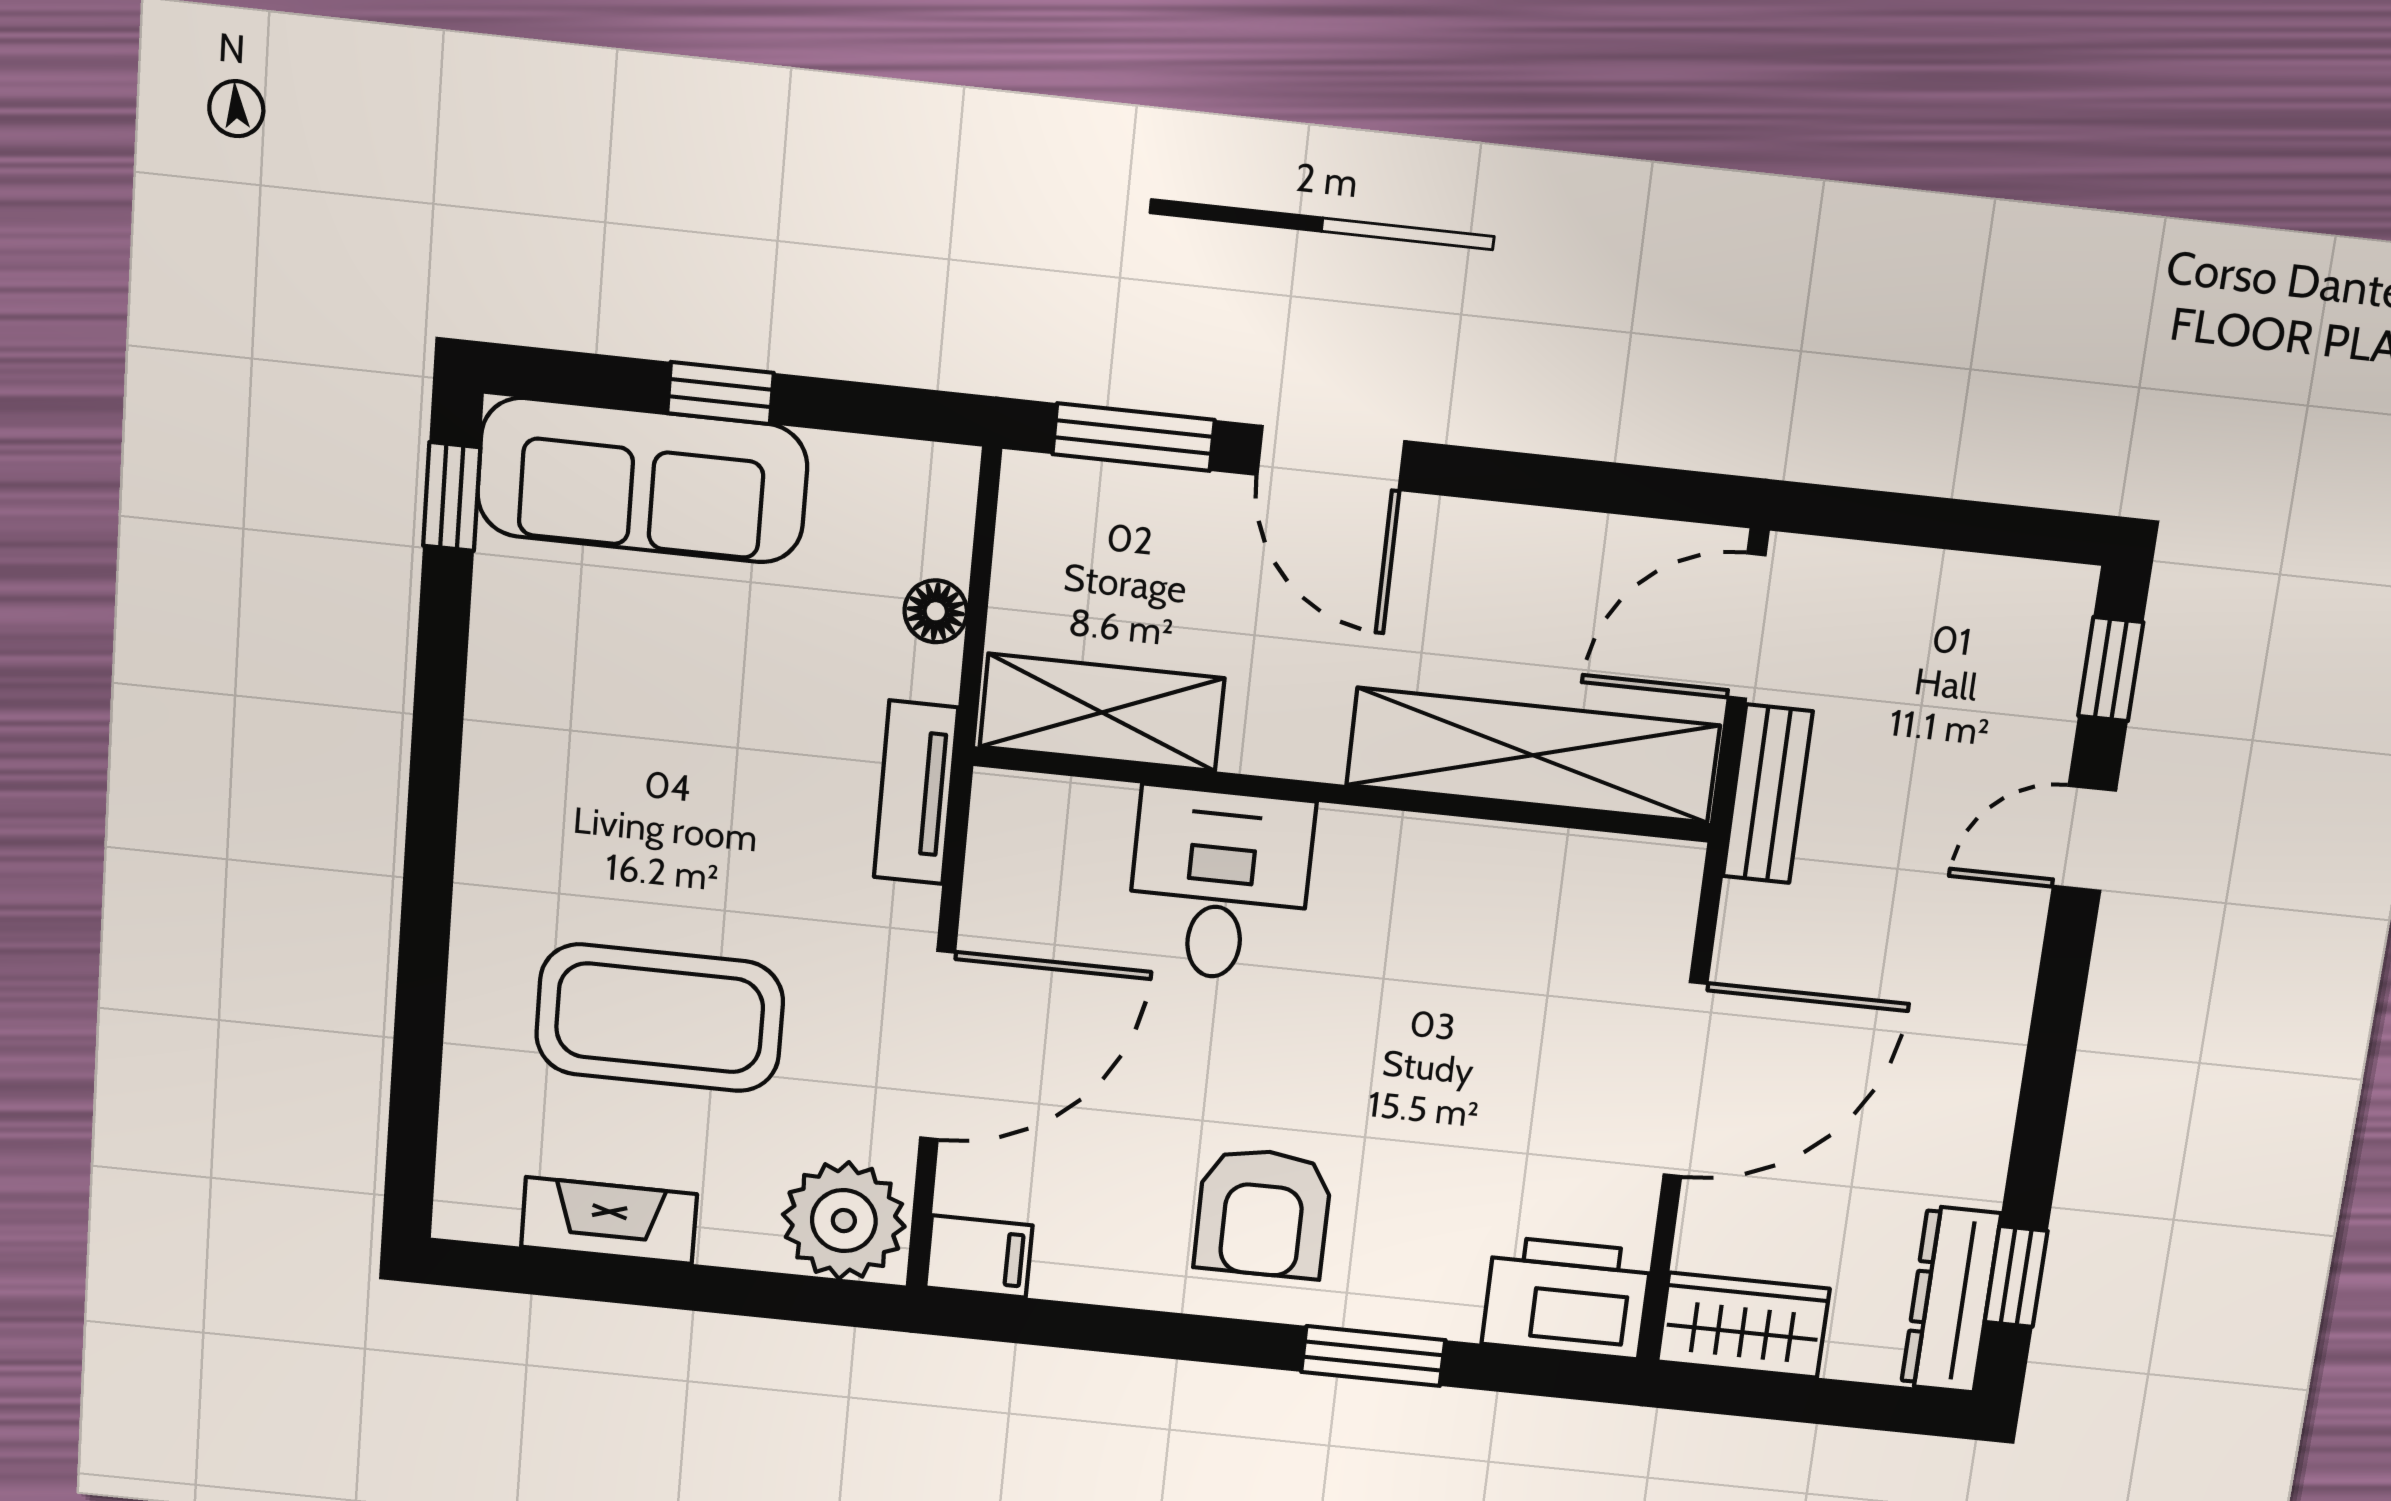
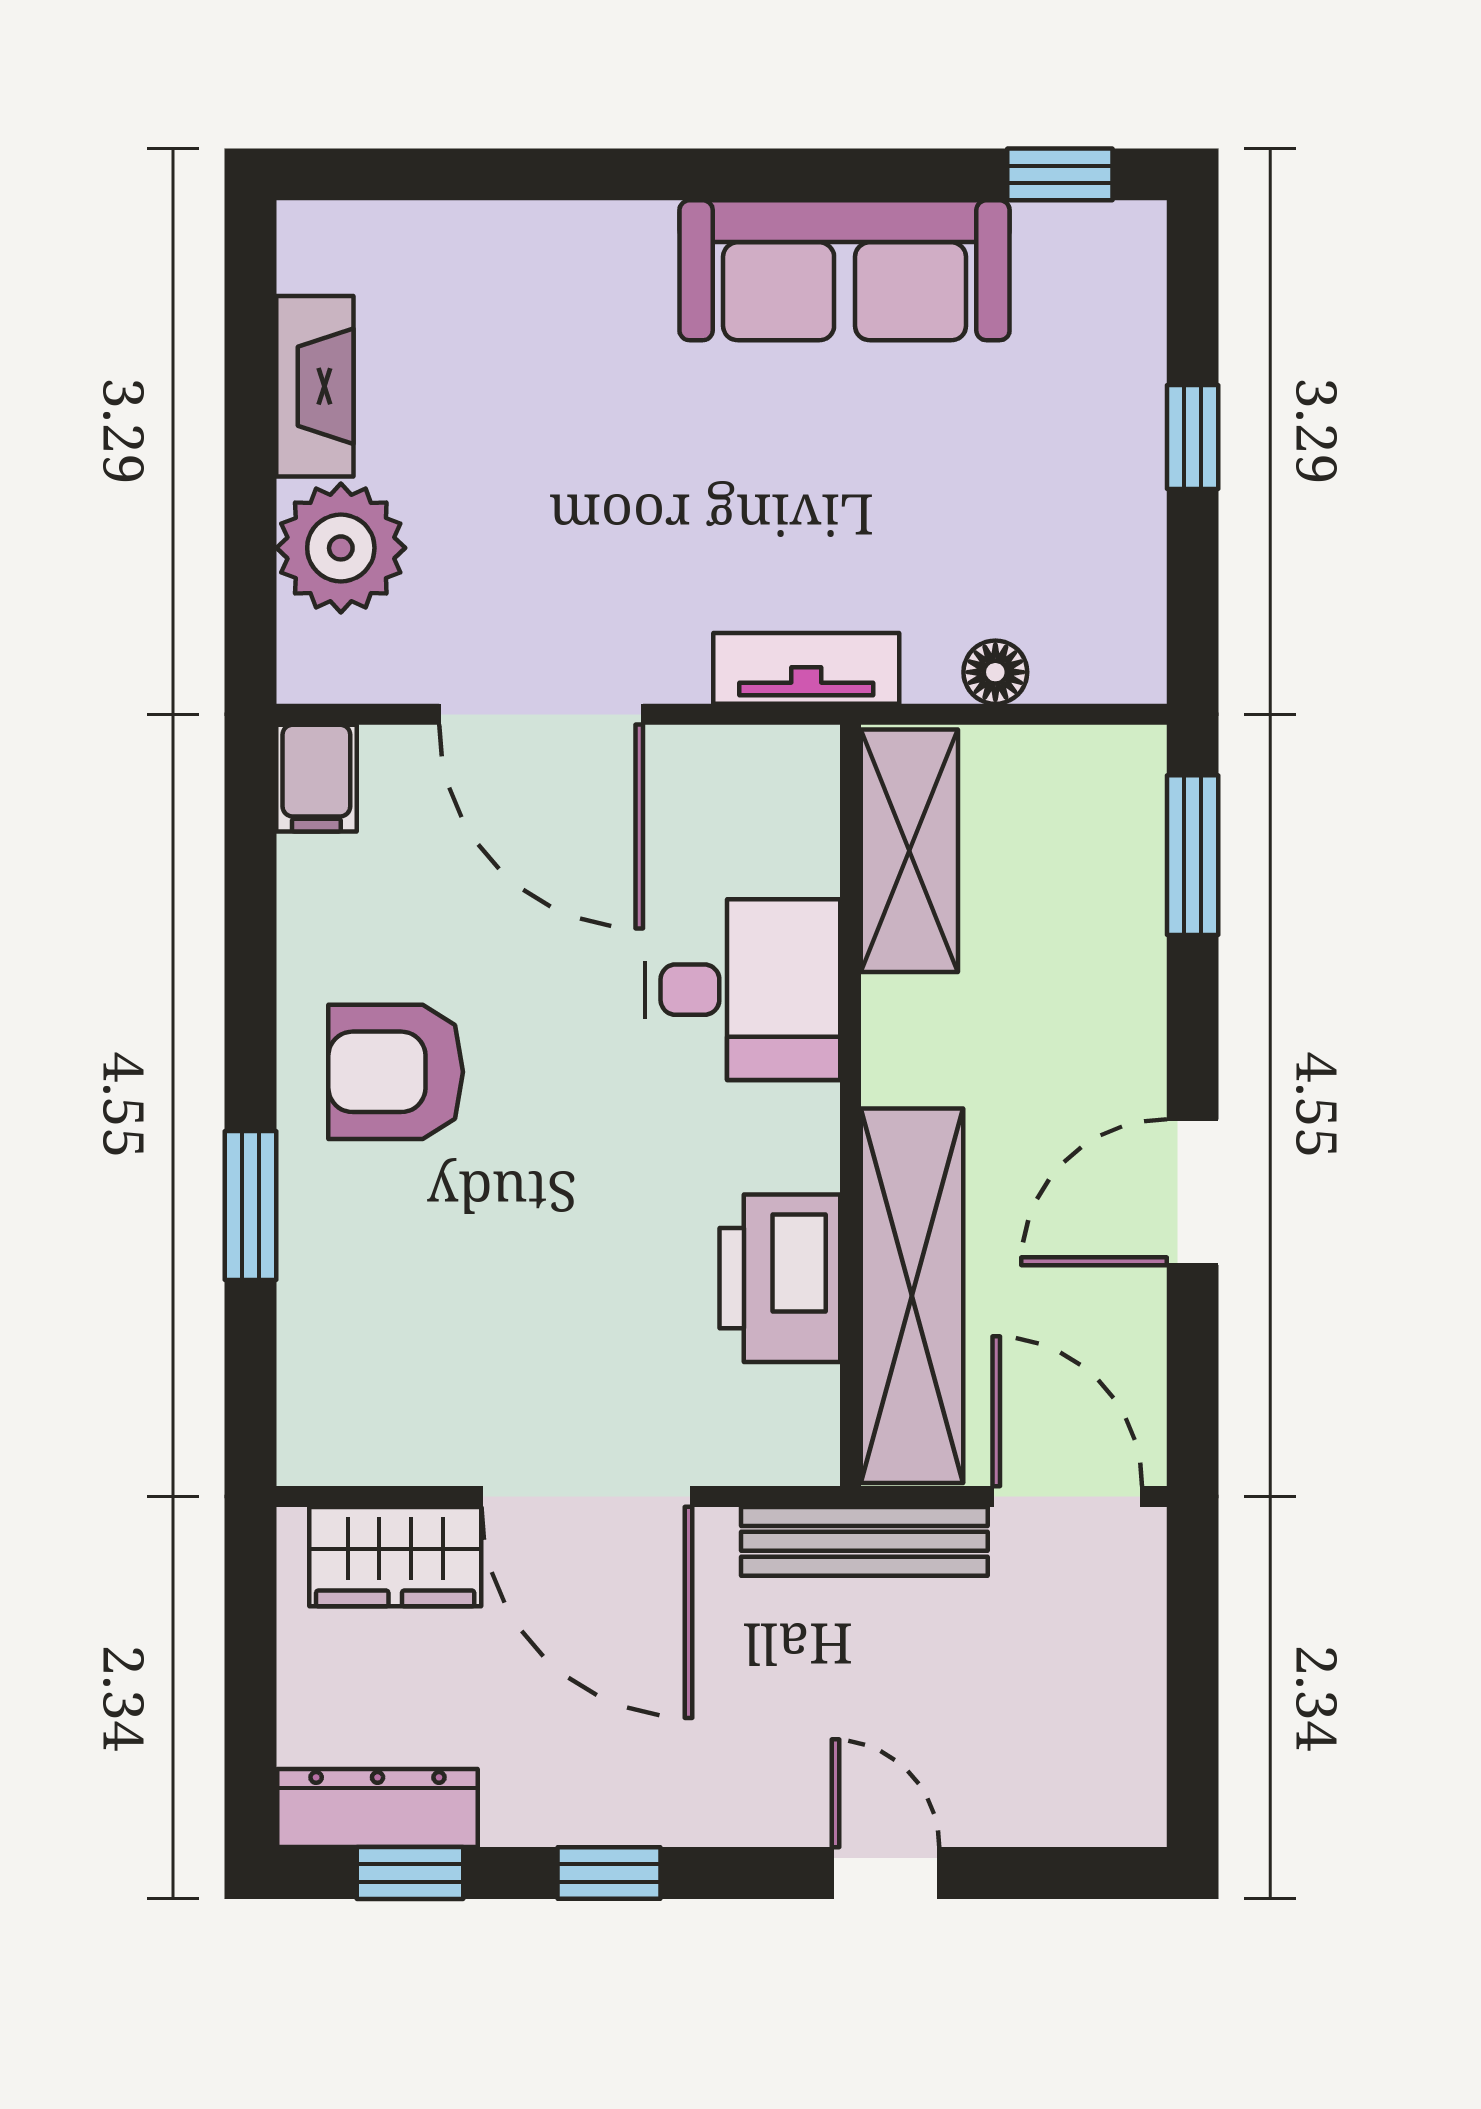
door: (1331, 458) -> (1193, 1192), moved
sofa: (642, 480) -> (845, 270), moved, turned -90
window: (2111, 669) -> (609, 1873), moved
bench: (1768, 794) -> (864, 1541), width x1.36
coffee table: (660, 1018) -> (540, 423), removed
plant: (844, 1221) -> (341, 548), moved
printer: (1567, 1298) -> (780, 1278), moved, turned 180
wardrobe: (1743, 1325) -> (395, 1557), moved, turned 90

